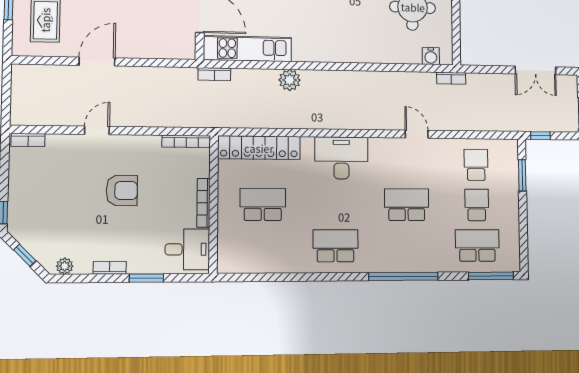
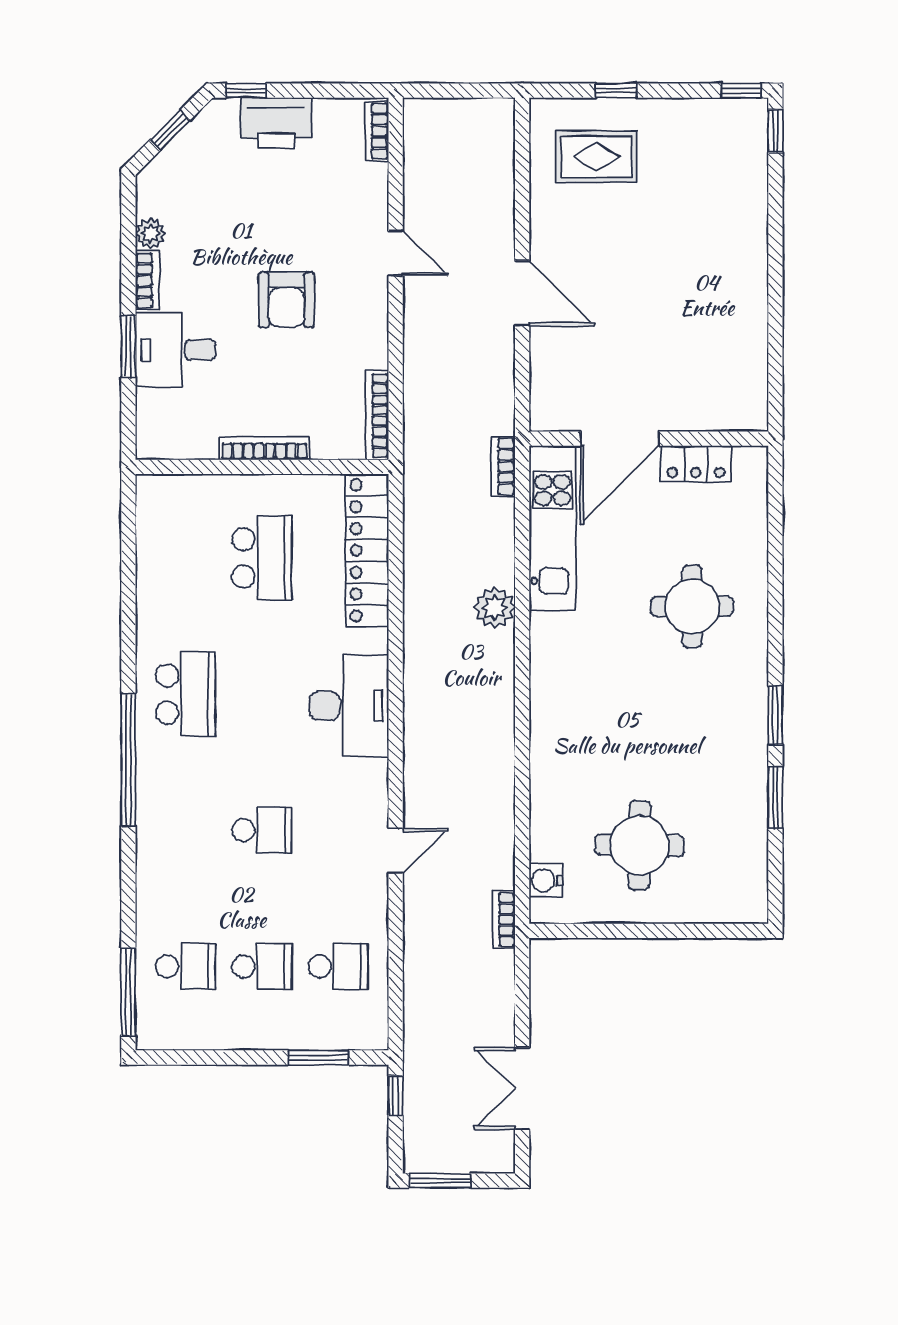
door: (97, 62) -> (522, 293), moved
printer: (22, 196) -> (276, 123), added
school desk: (407, 205) -> (262, 830), width x0.54
school desk: (477, 245) -> (186, 966), width x0.54
desk: (187, 249) -> (175, 350), moved, turned 90
plant: (65, 266) -> (150, 234), moved
window: (403, 276) -> (128, 760), moved

